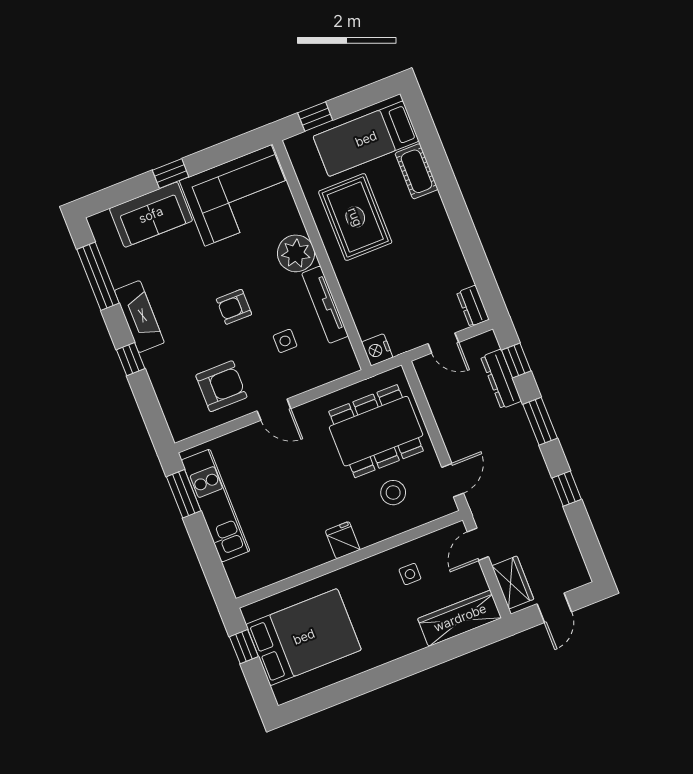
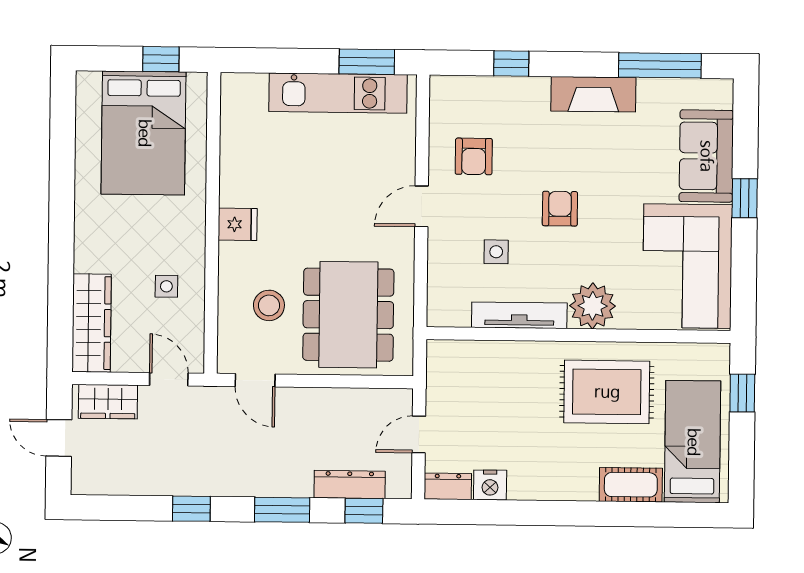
nightstand: (377, 350) -> (490, 485), moved, turned 180
window: (131, 359) -> (511, 63), moved
armchair: (221, 386) -> (474, 156), width x0.72, depth x0.72

